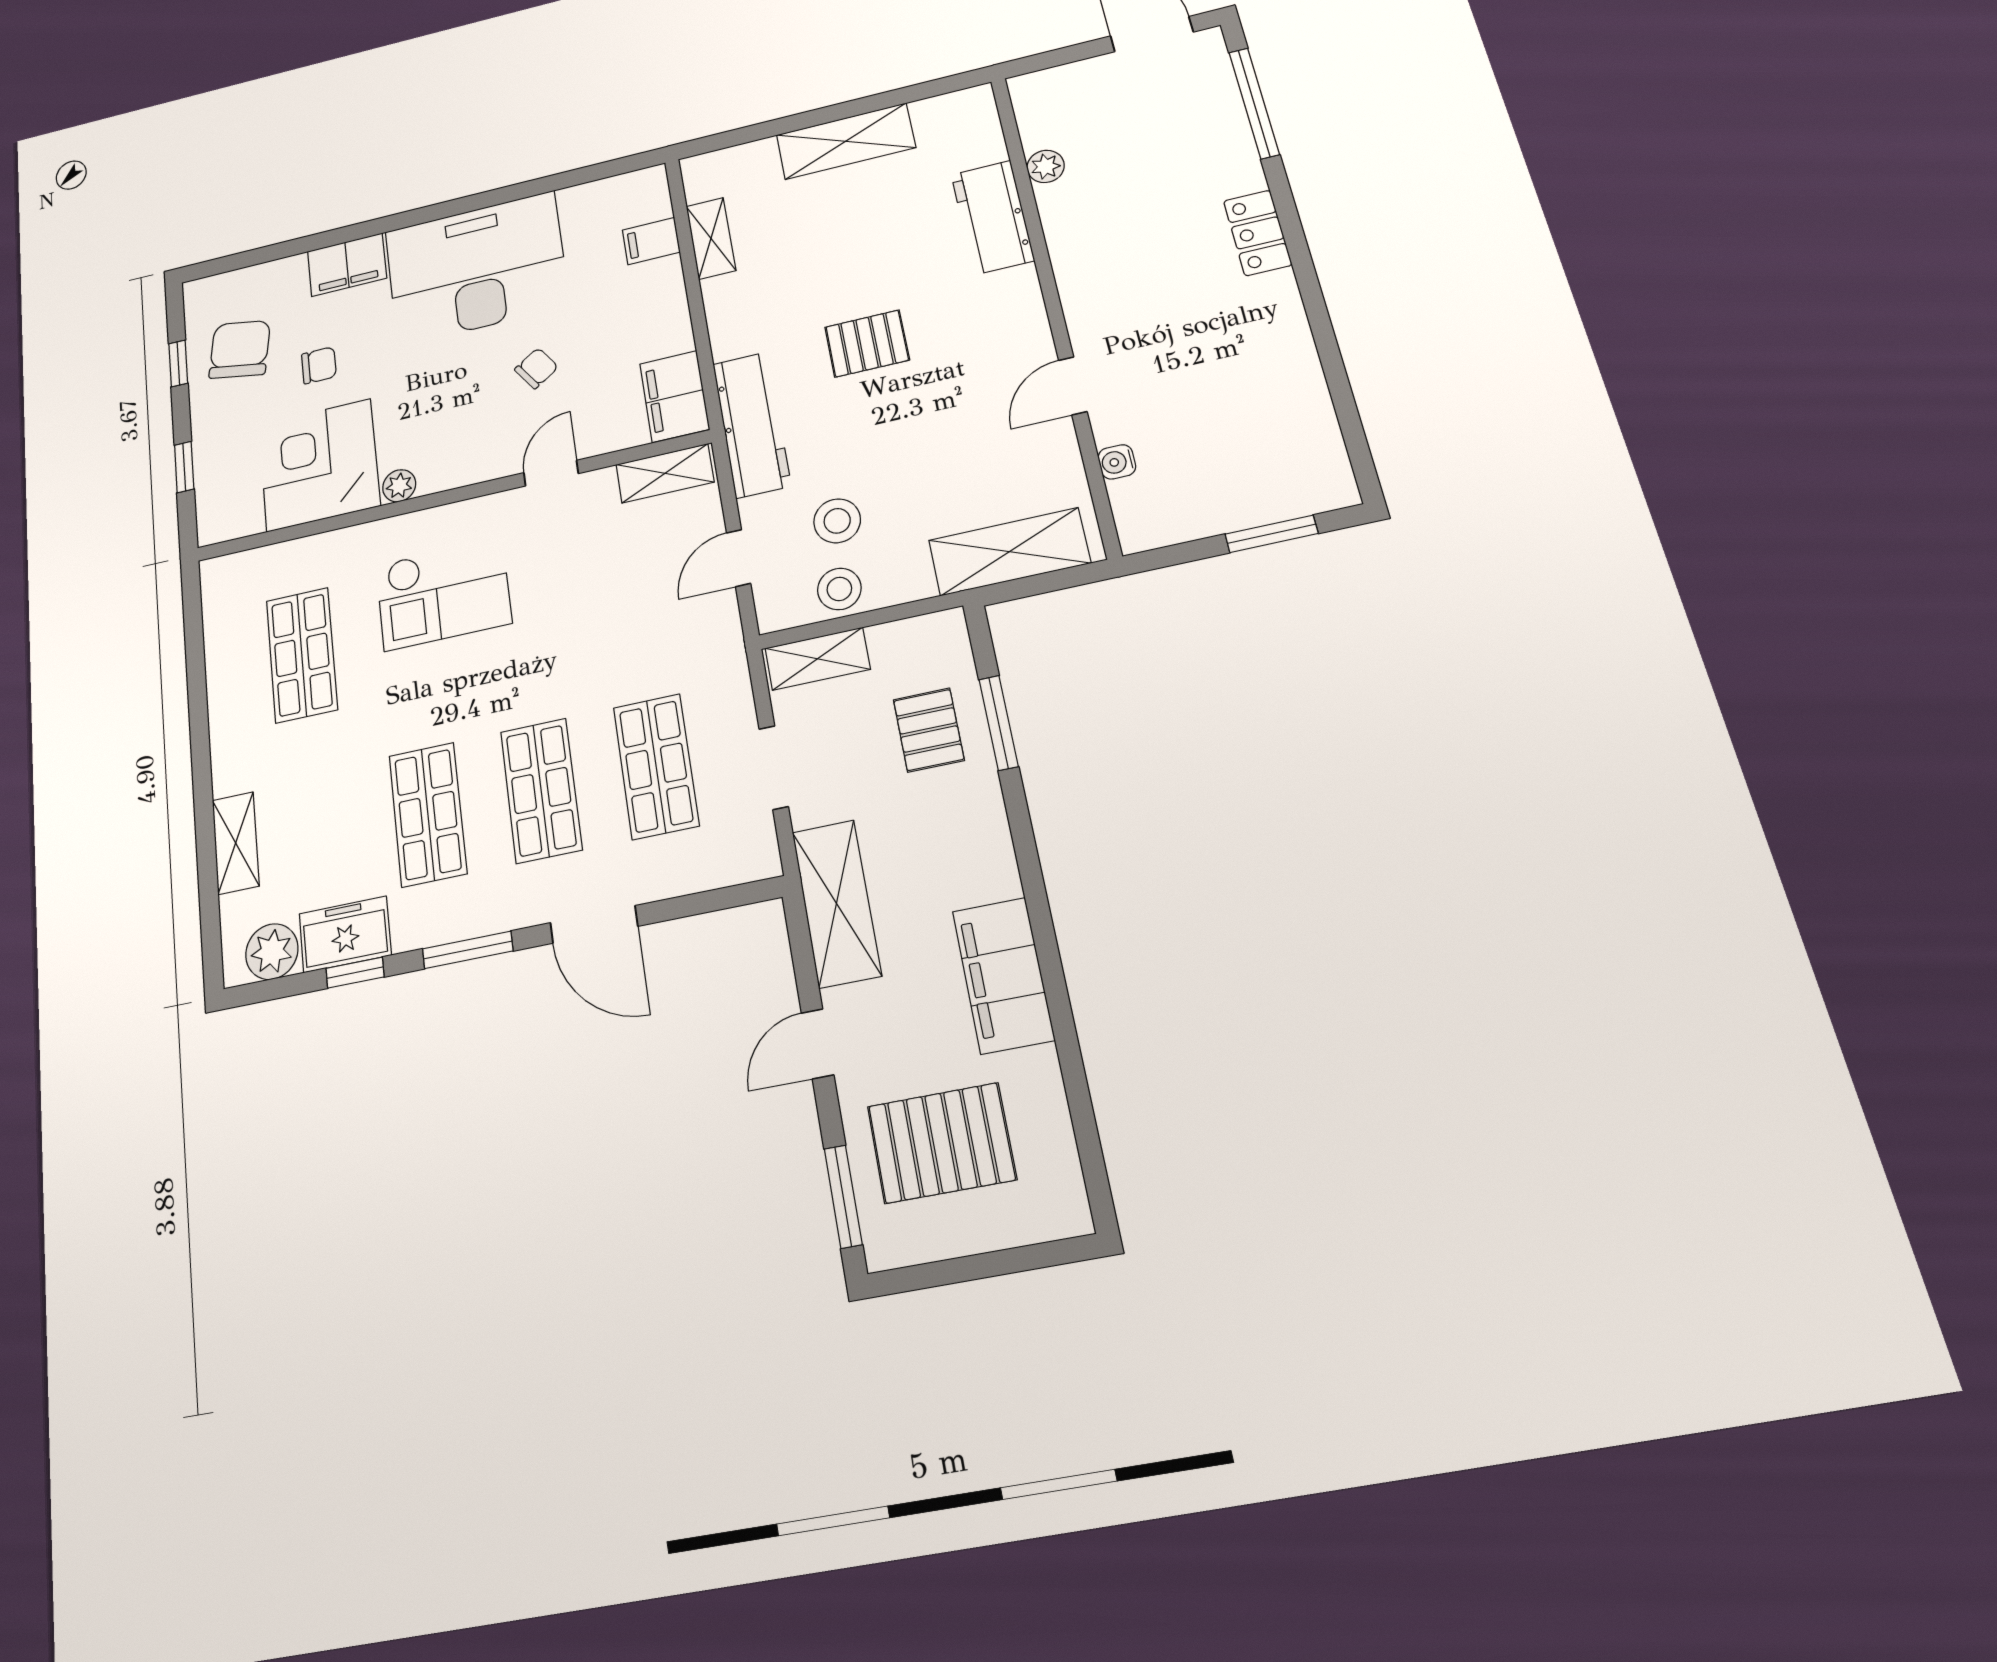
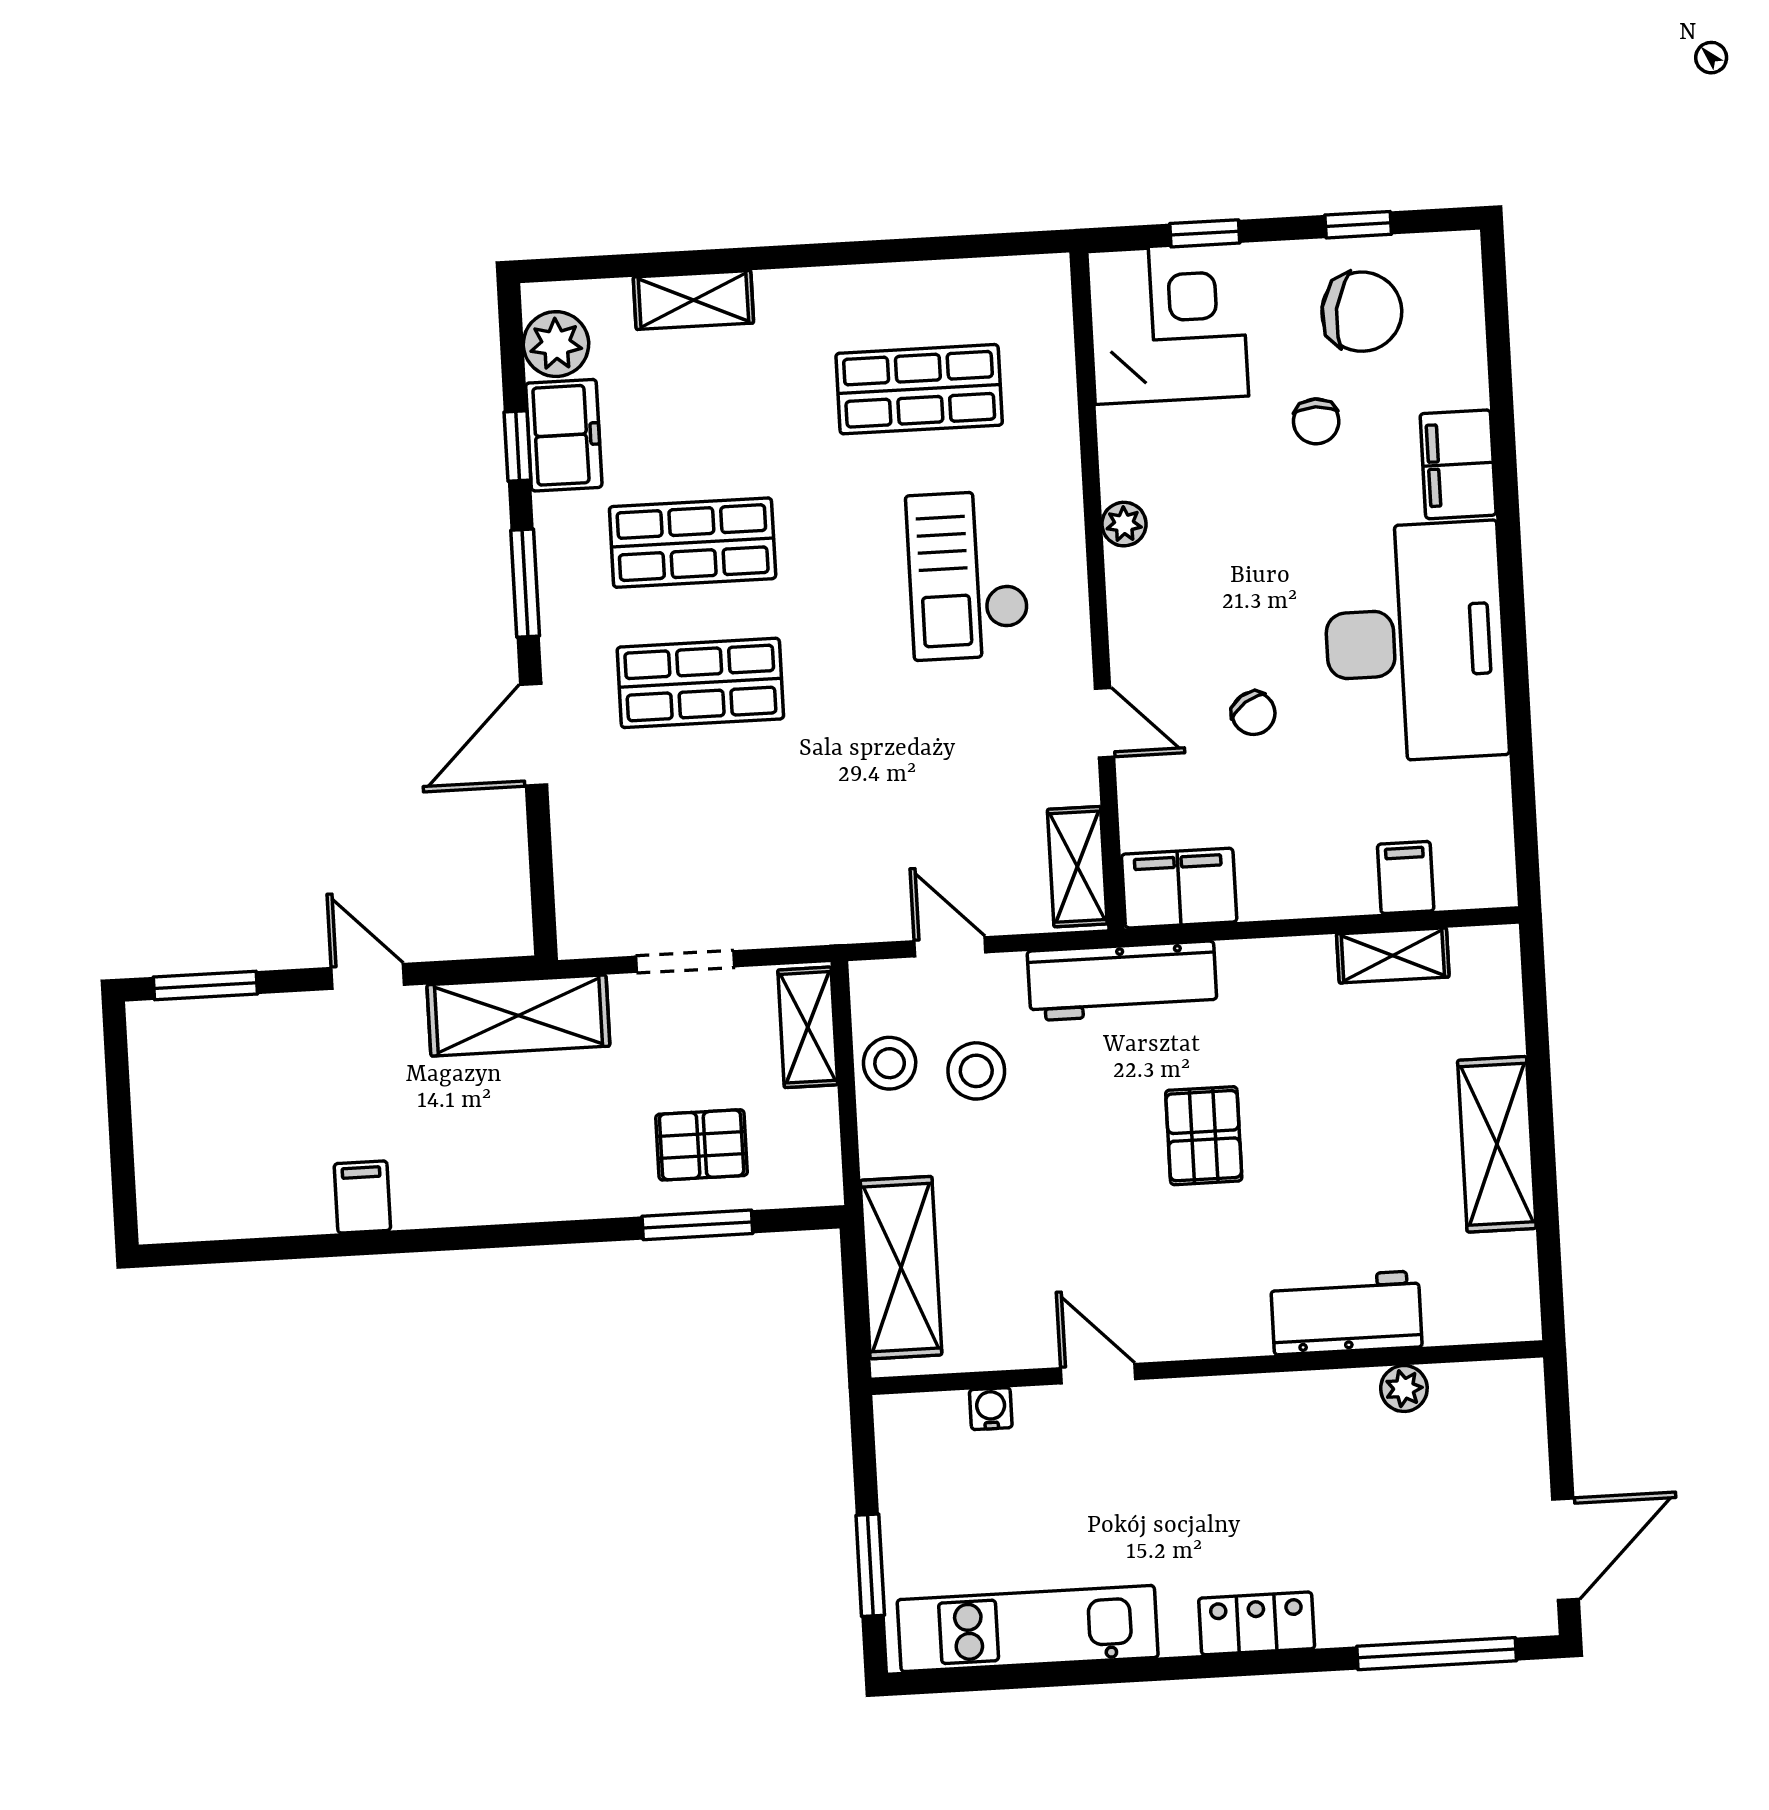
kitchen unit: (1300, 401) -> (1028, 1628), added
corner desk: (319, 465) -> (1168, 324), moved
shop shelf: (656, 766) -> (708, 823), removed
filing cabinet: (1003, 975) -> (362, 1197), width x0.33, depth x0.86
pallet: (942, 1143) -> (248, 1097), removed

